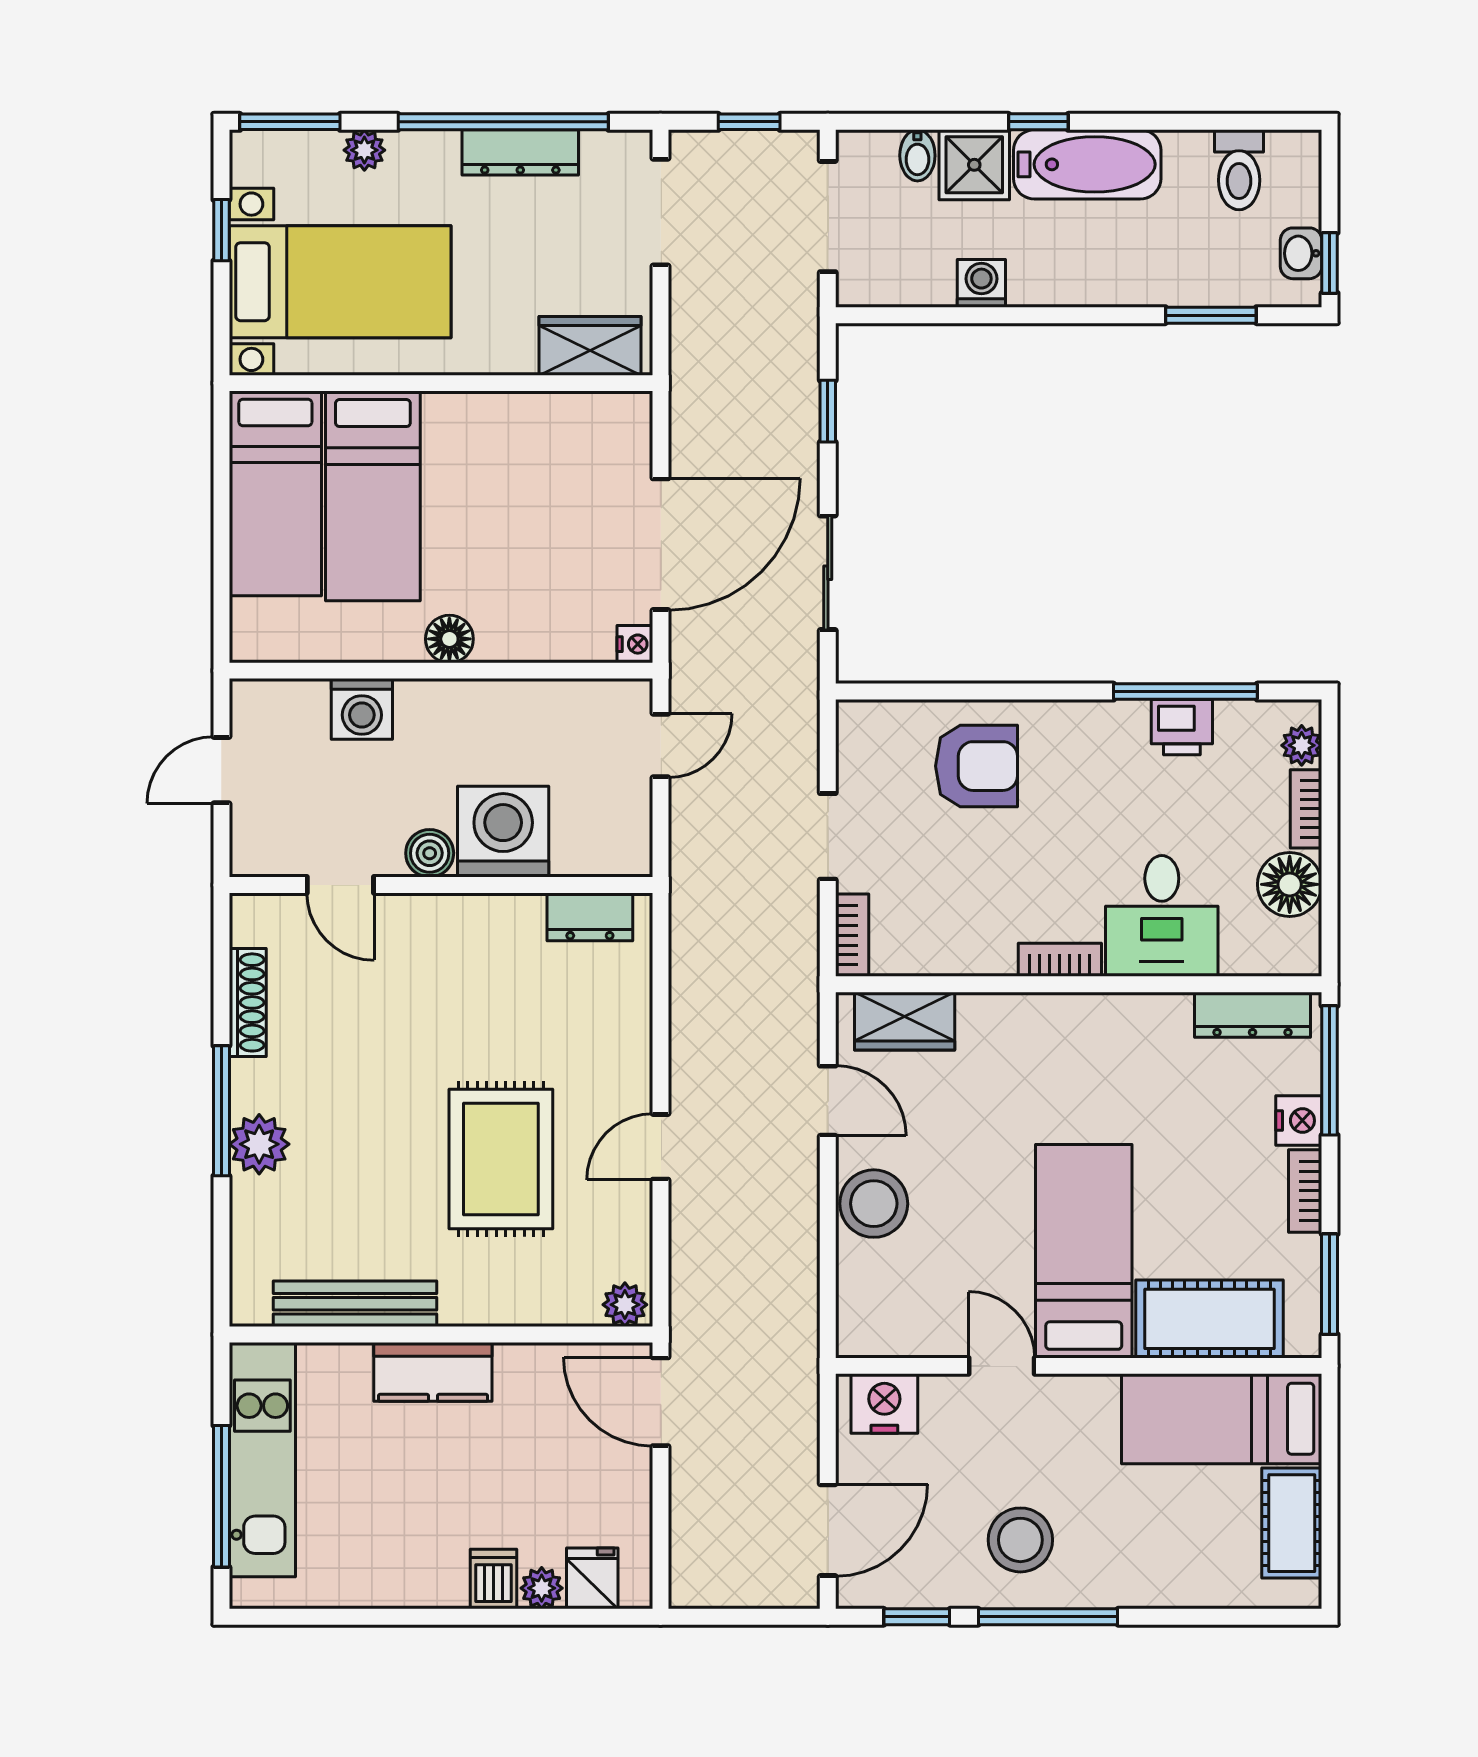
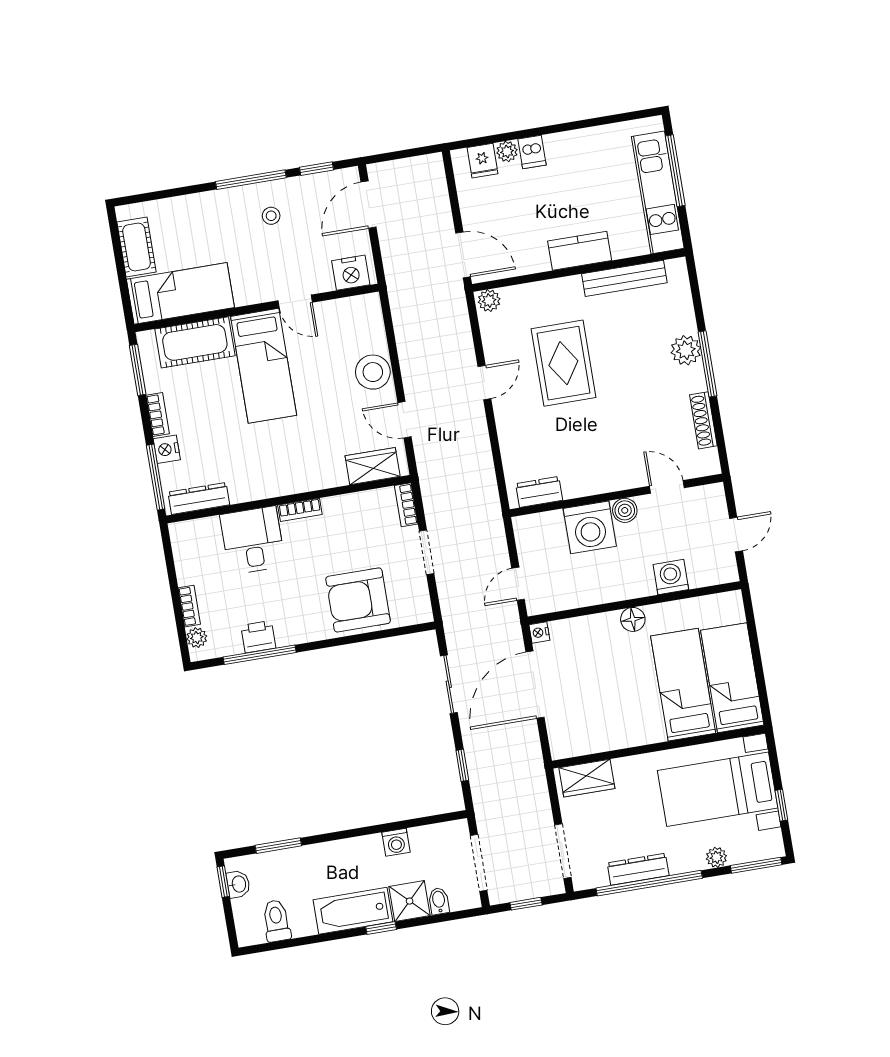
armchair: (976, 766) -> (358, 600), width x1.36, depth x1.36
floor lamp: (1290, 884) -> (191, 567), removed
stool: (1020, 1540) -> (271, 216), width x0.53, depth x0.53

